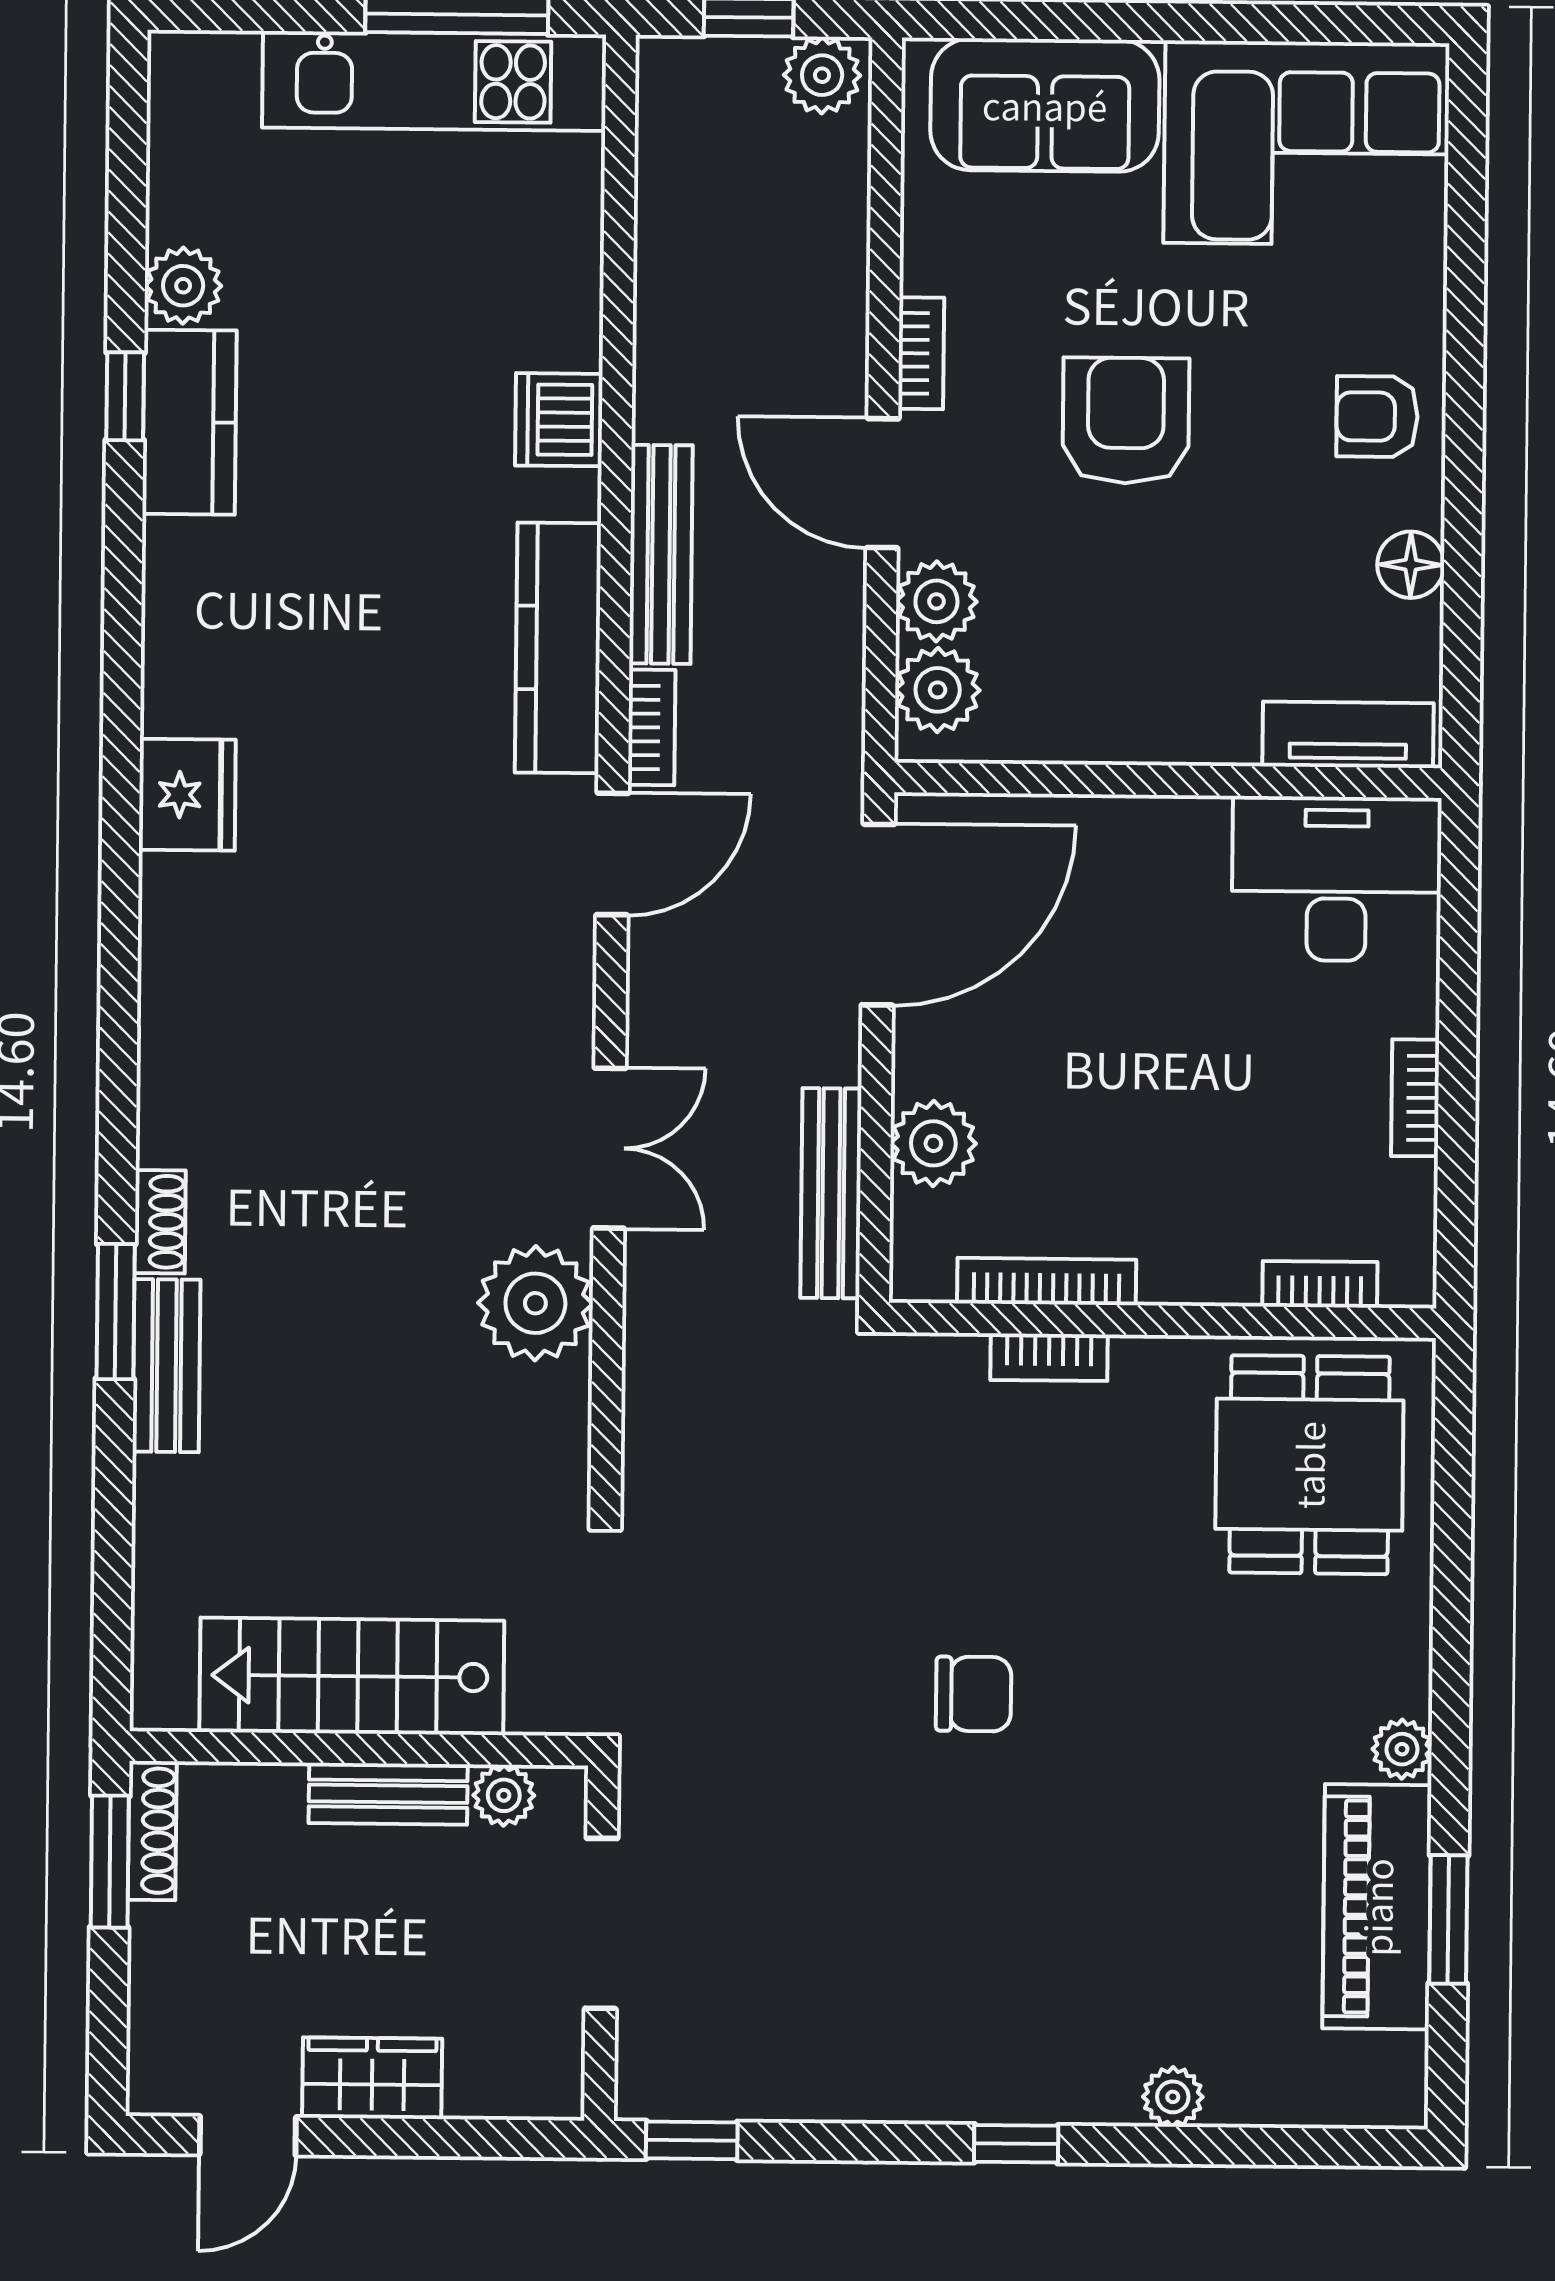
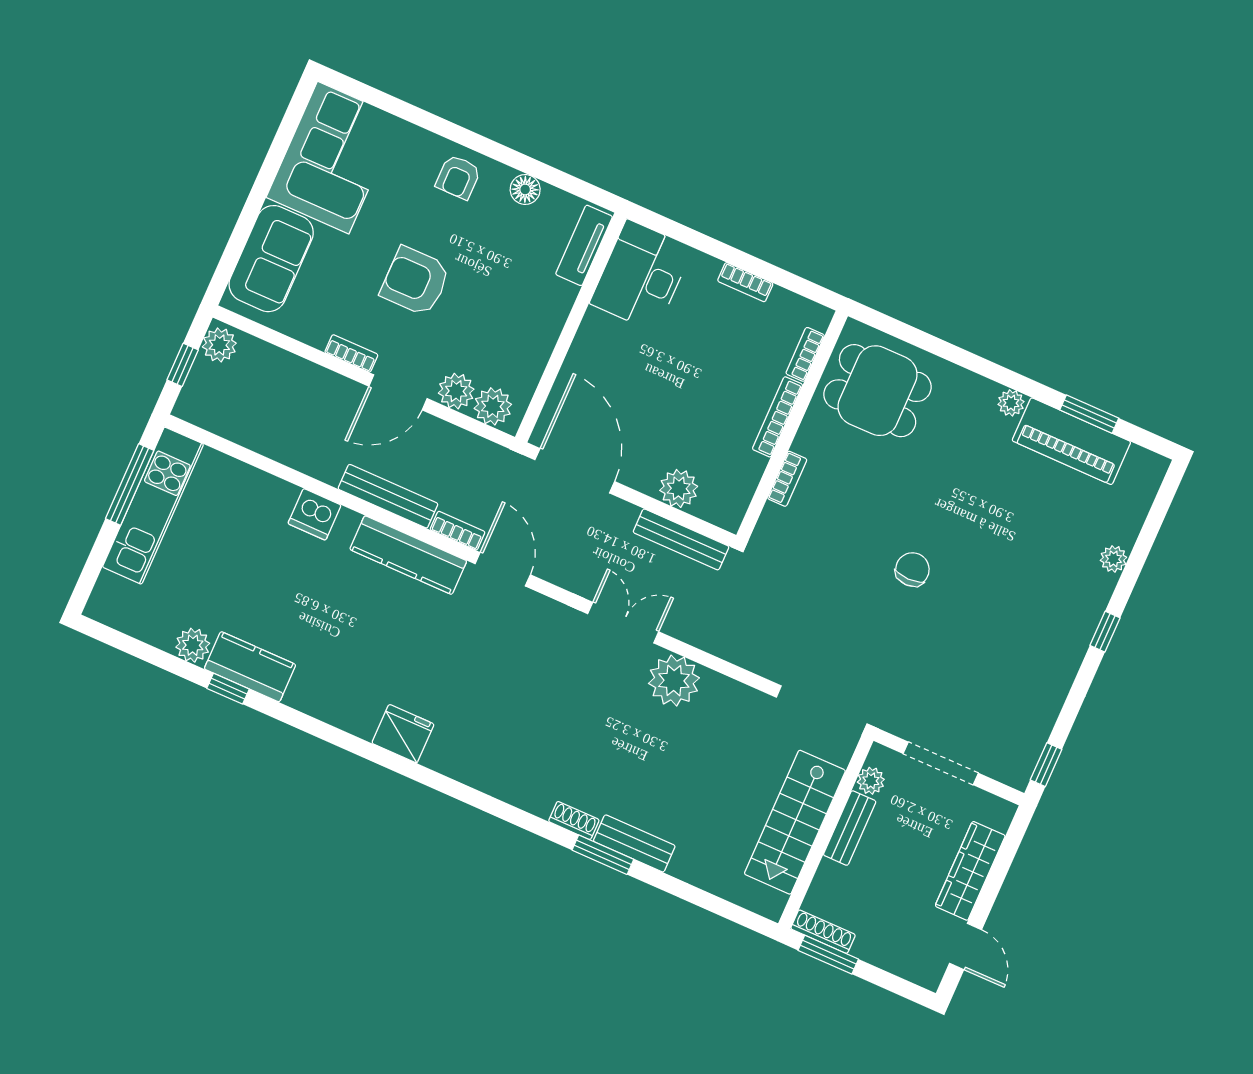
bookcase: (1047, 1281) -> (777, 417), moved
wardrobe: (372, 2078) -> (970, 871), width x1.50

